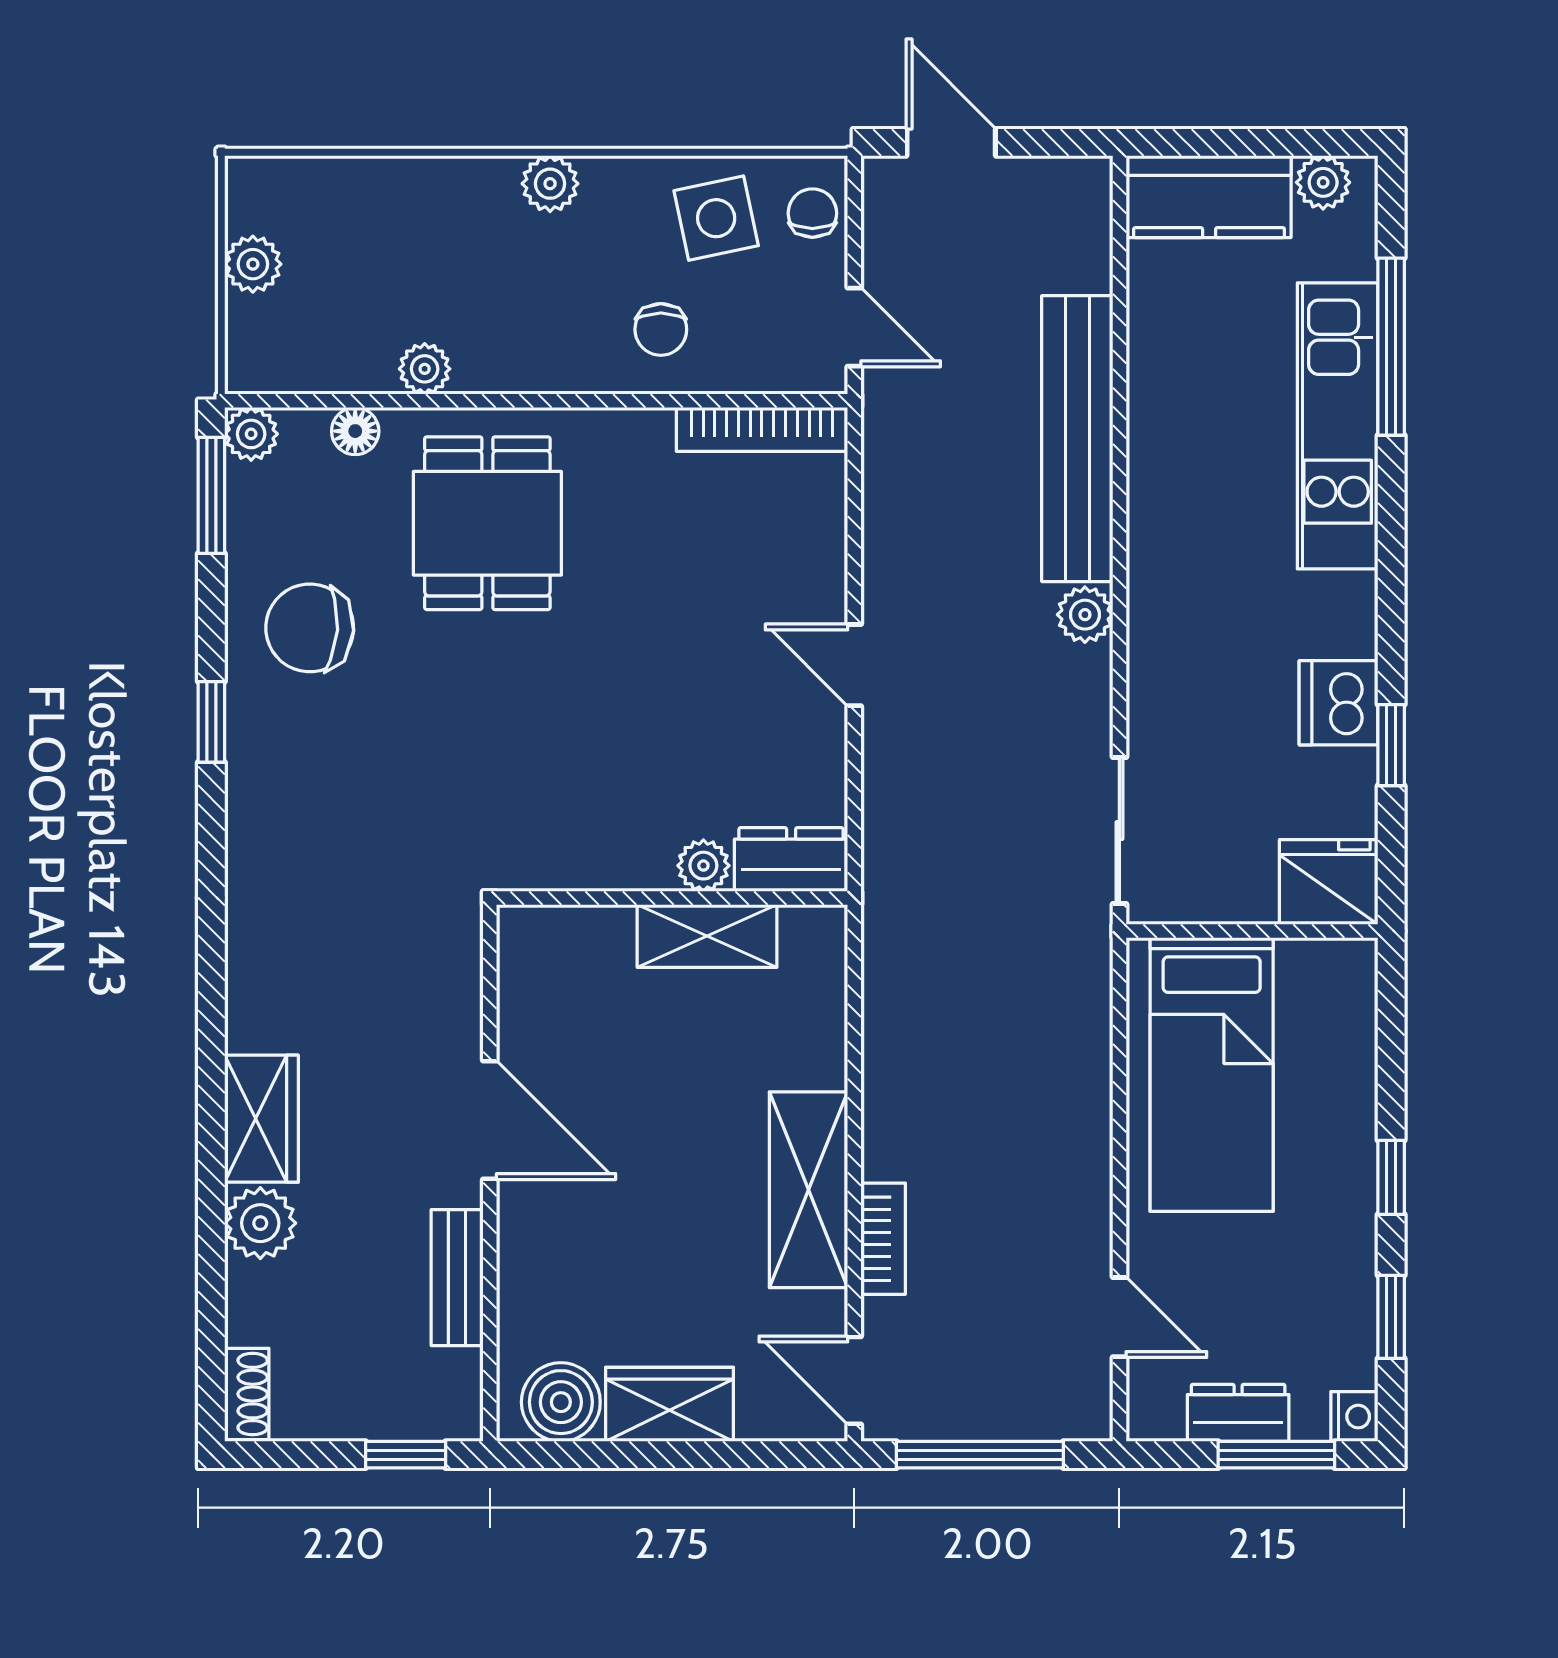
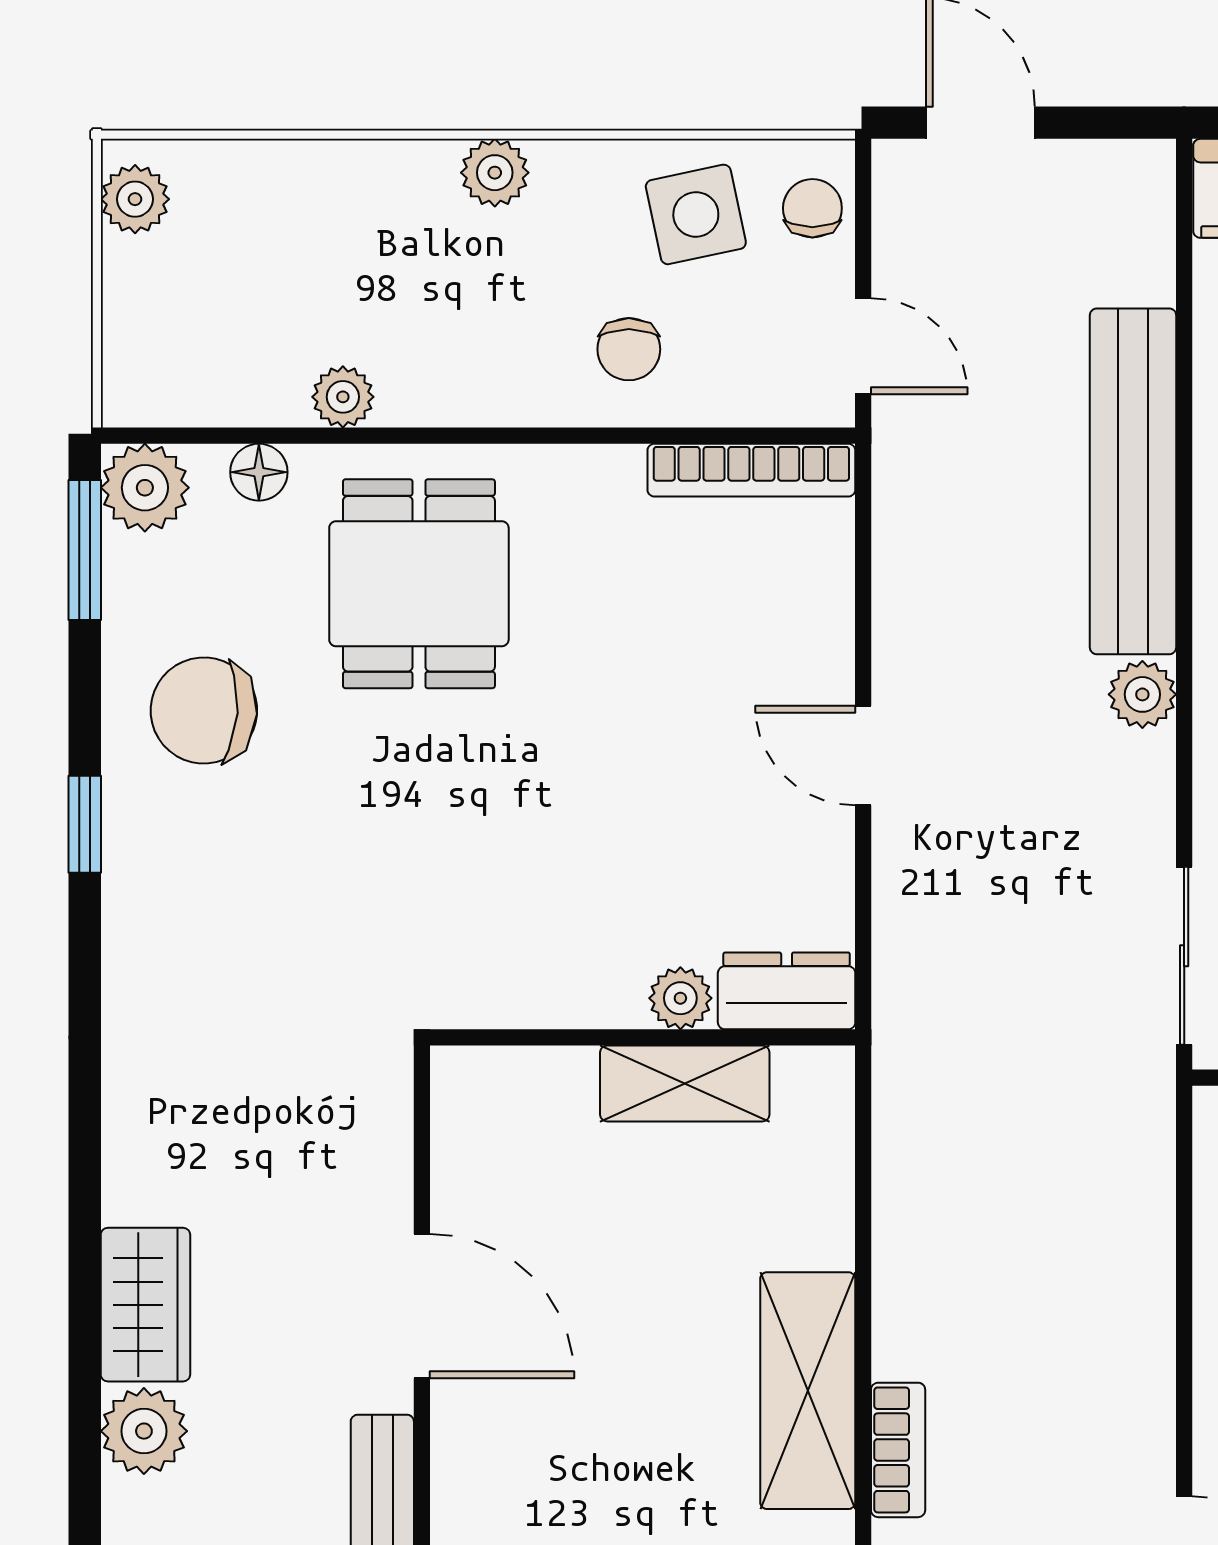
plant: (253, 264) -> (135, 199), moved
plant: (251, 434) -> (145, 488), width x1.38, depth x1.38

